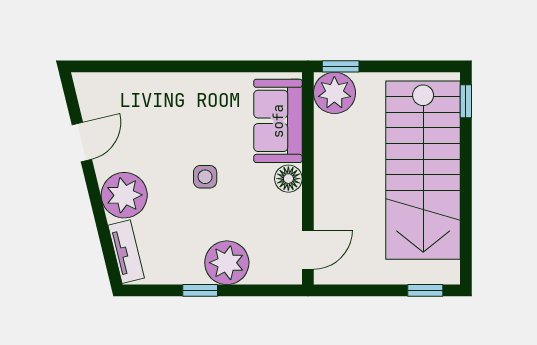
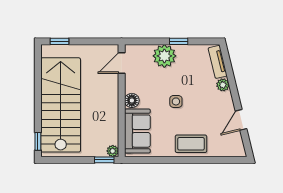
plant: (334, 93) -> (113, 151), width x0.53, depth x0.53
coffee table: (177, 97) -> (191, 144), added
plant: (124, 195) -> (223, 85), width x0.53, depth x0.53

